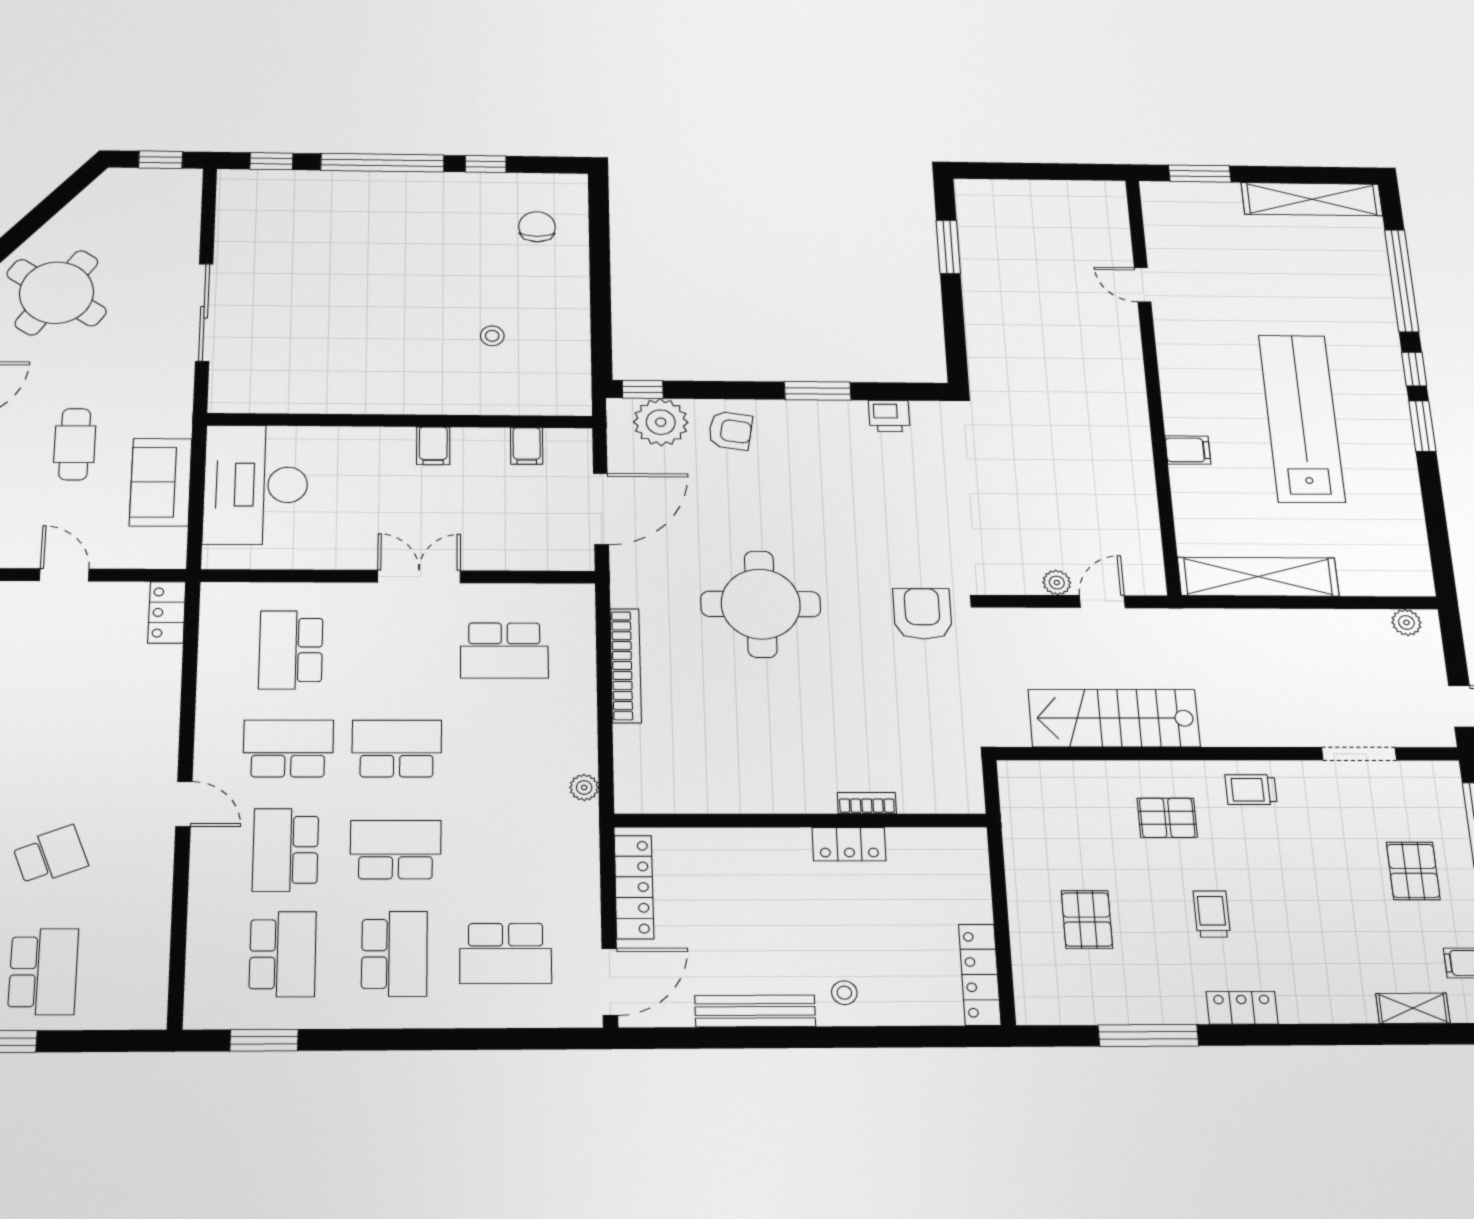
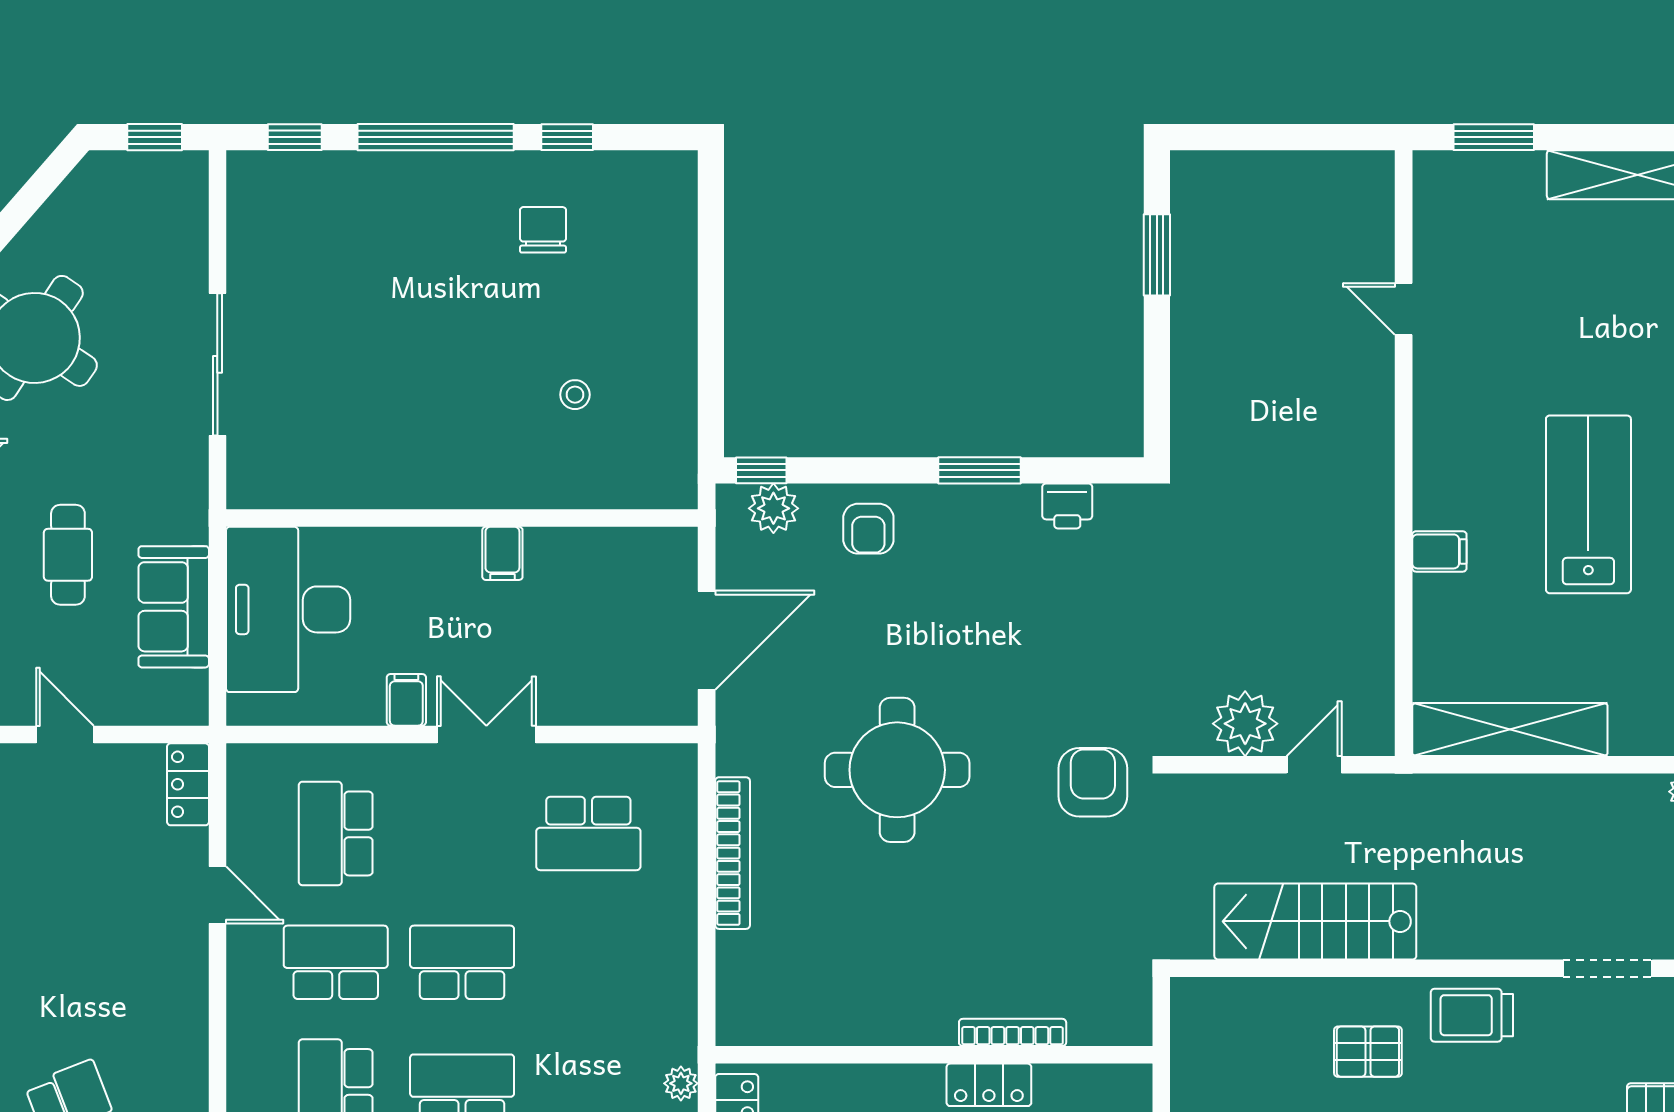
chair: (537, 227) -> (543, 230), moved
lab bench: (1302, 418) -> (1588, 504), width x0.73
plant: (661, 422) -> (773, 508), width x0.73, depth x0.73
armchair: (730, 431) -> (868, 529), turned 81
filing cabinet: (527, 446) -> (406, 700), moved, turned 180
plant: (1057, 583) -> (1245, 724), width x1.88, depth x1.88
plant: (584, 787) -> (681, 1083), moved
trolley: (1251, 790) -> (1472, 1015), width x1.36, depth x1.39
bookcase: (867, 803) -> (1013, 1032), width x1.56
door: (184, 804) -> (217, 895), moved

